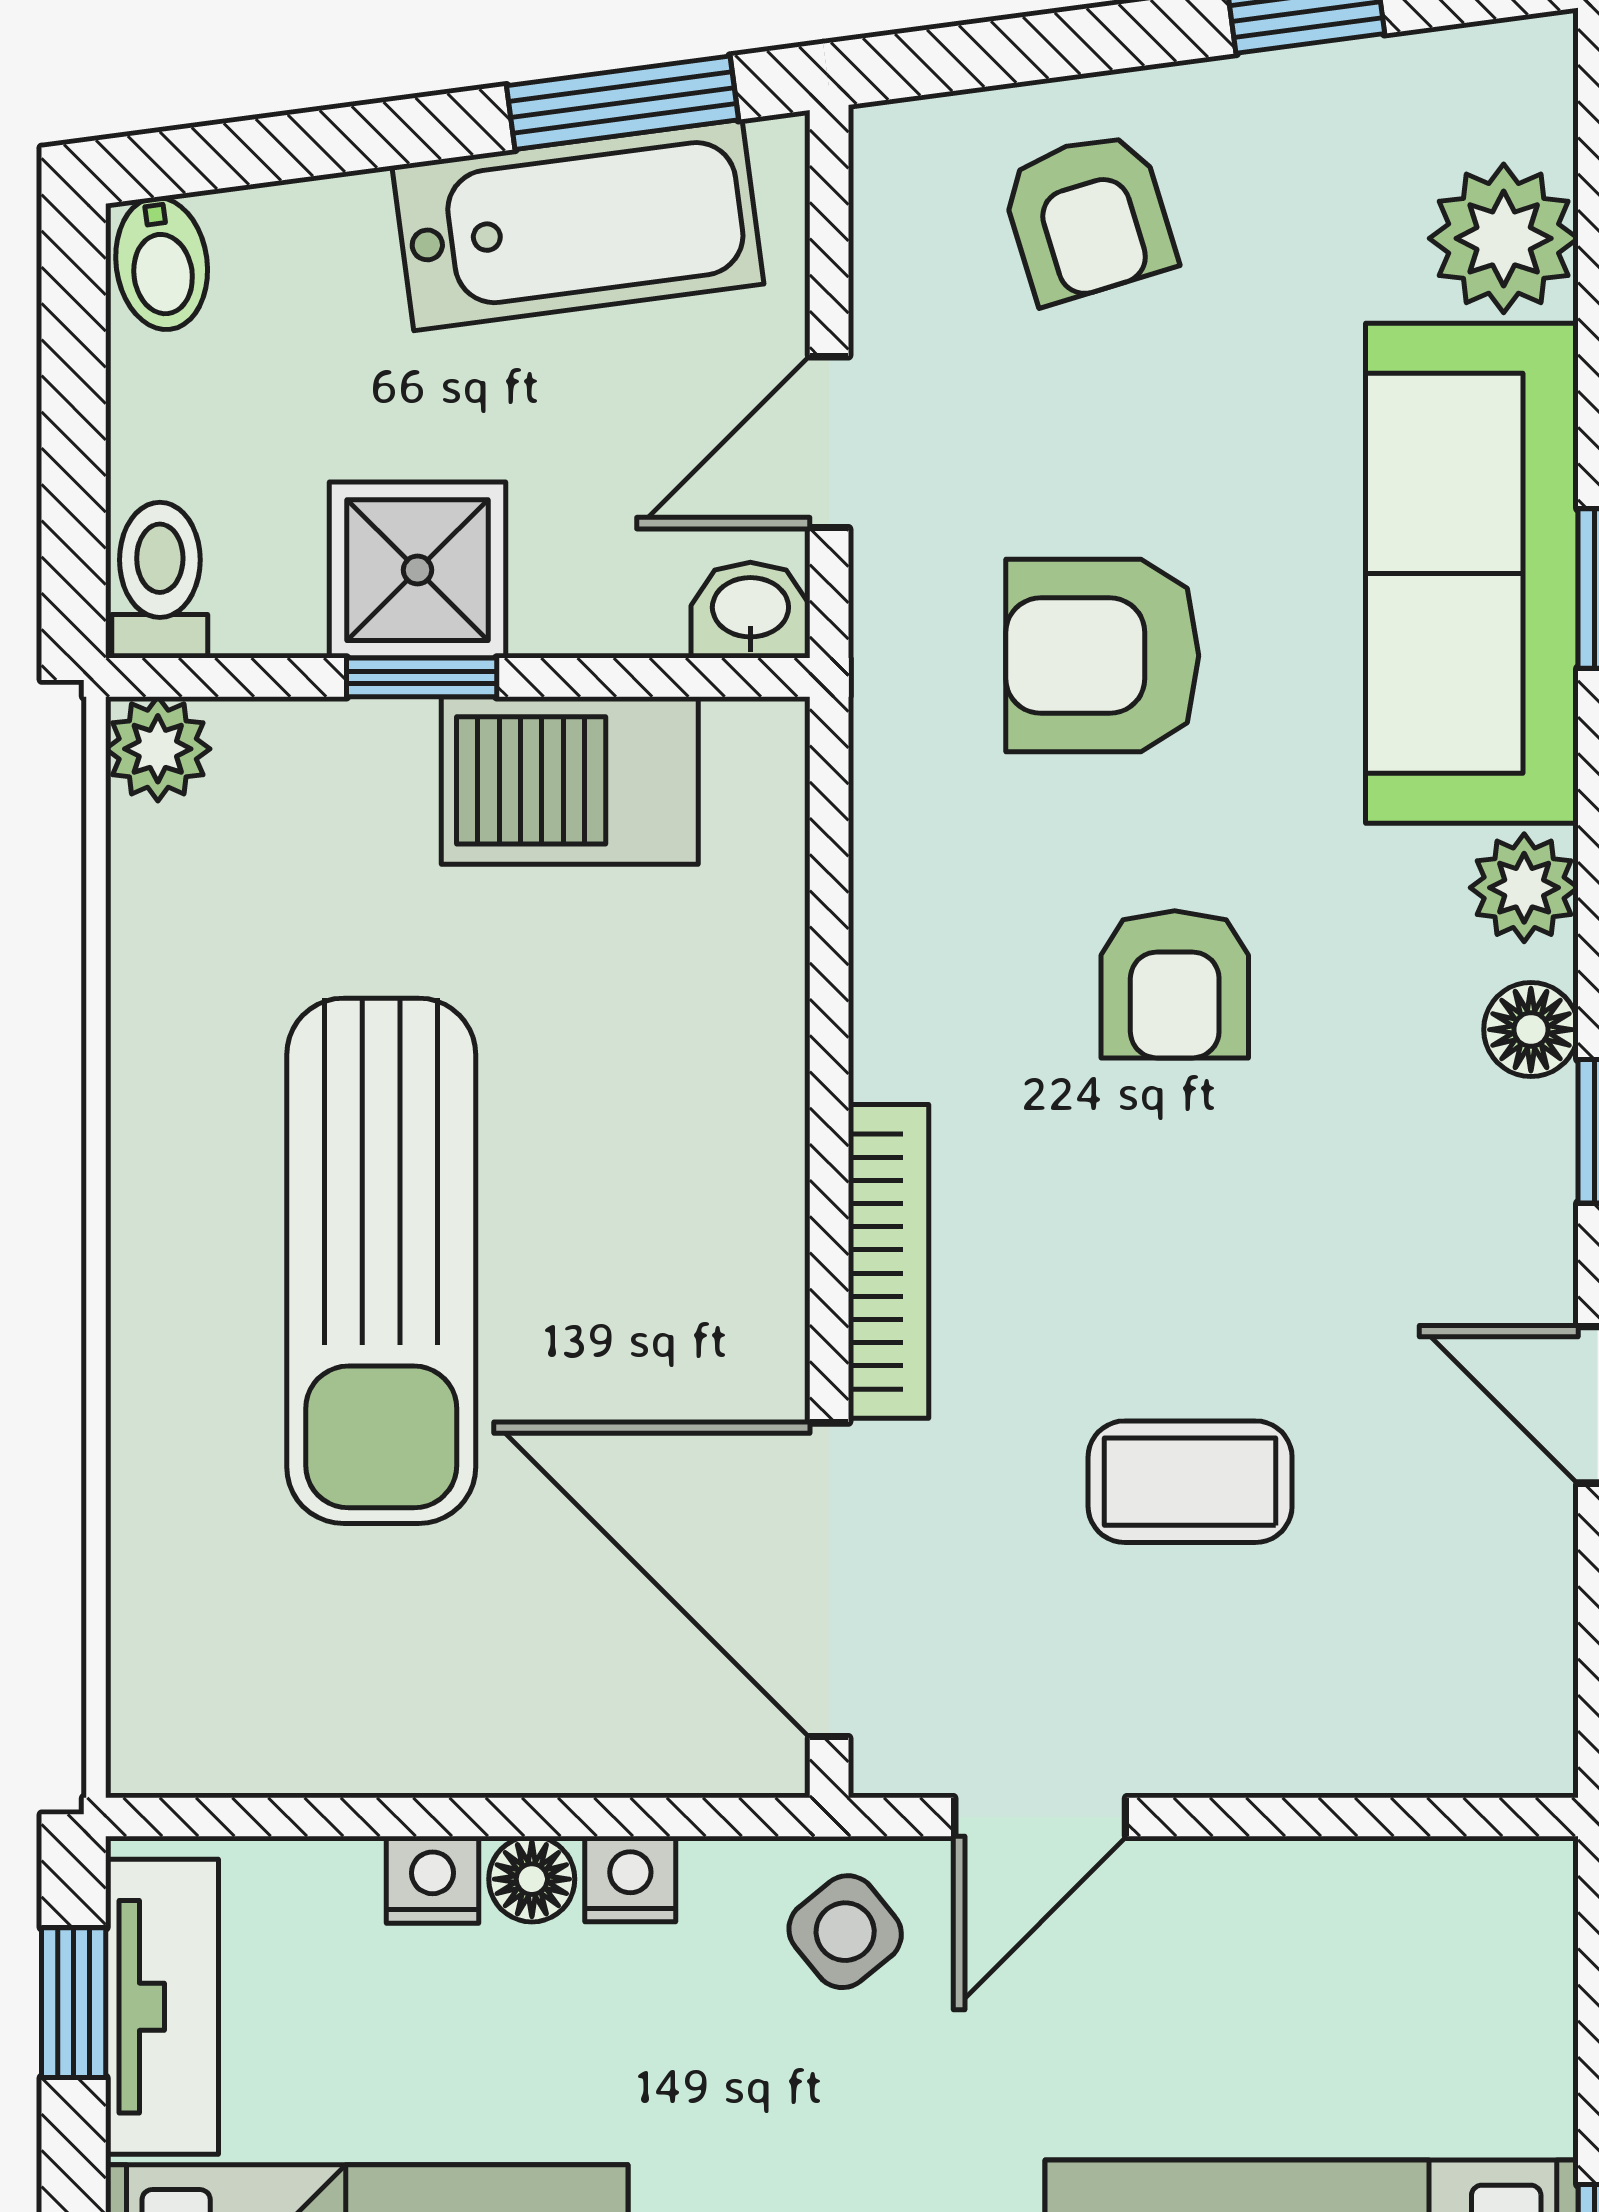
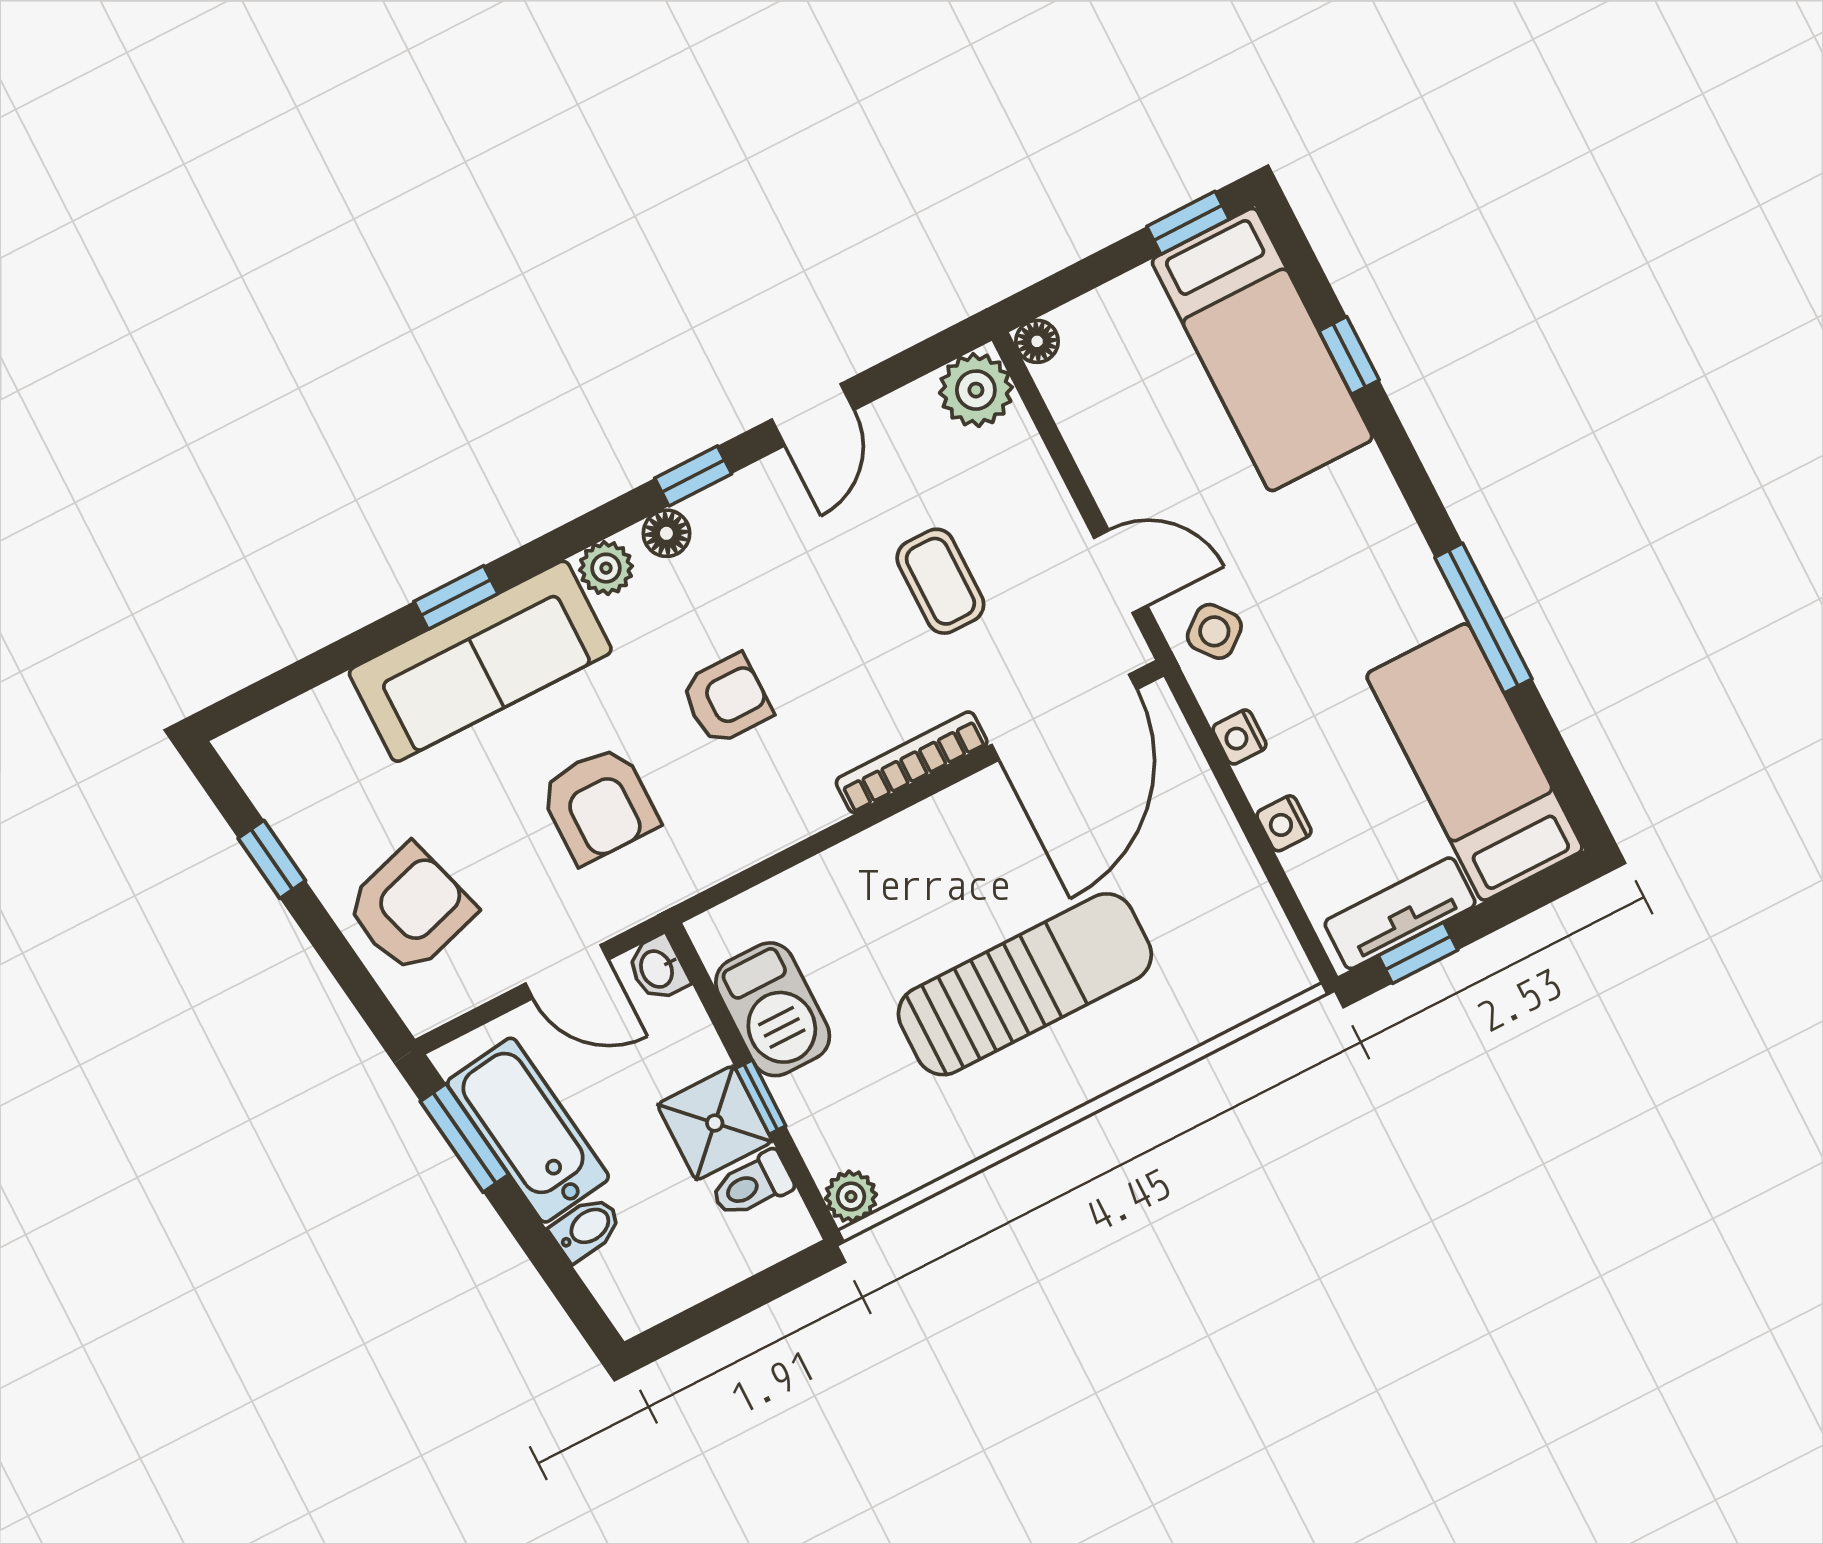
armchair: (1088, 217) -> (410, 909), width x1.38, depth x1.38
plant: (1504, 238) -> (976, 390), moved
bidet: (162, 263) -> (586, 1228), moved
toilet: (160, 580) -> (752, 1185), moved
floor lamp: (532, 1879) -> (1037, 341), moved

